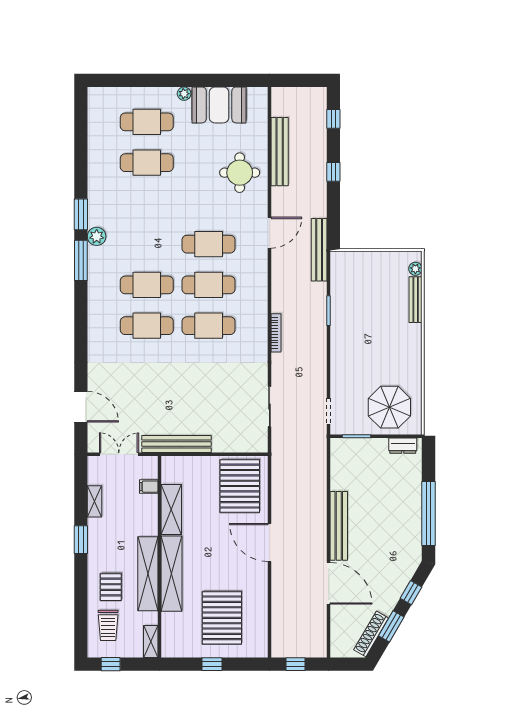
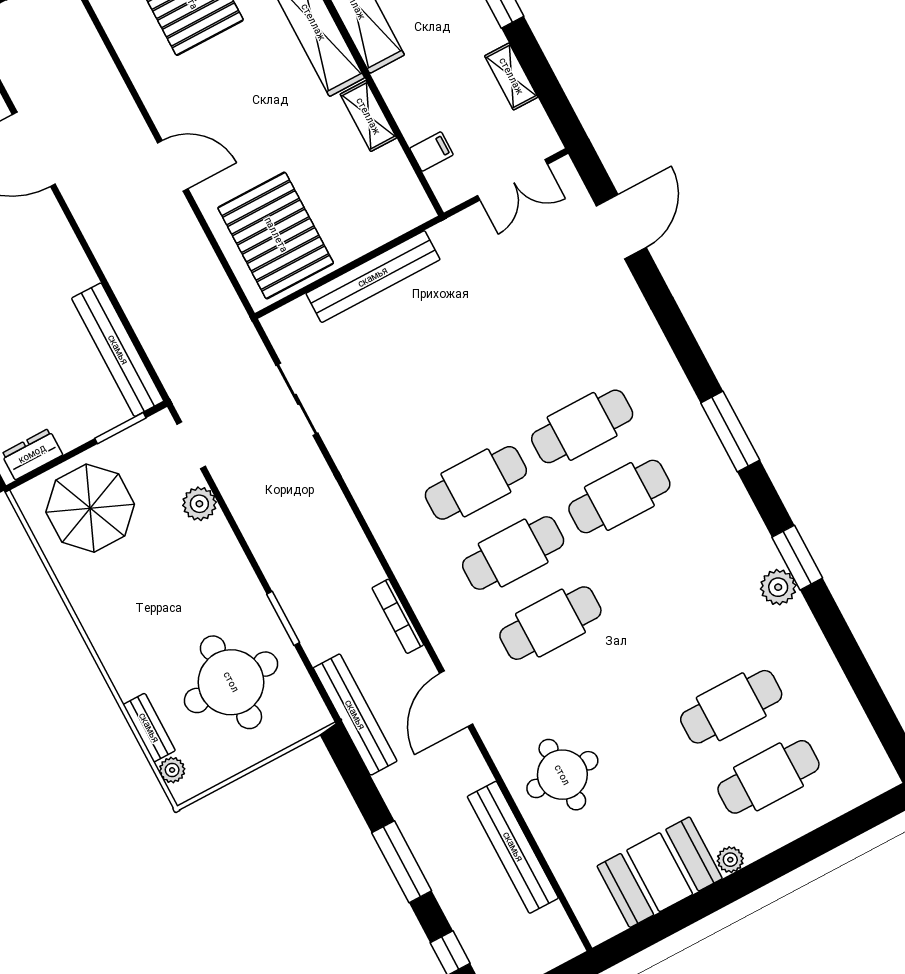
window: (333, 172) -> (402, 862), width x2.17
plant: (97, 236) -> (778, 587), moved
window: (81, 260) -> (730, 431), moved
round table: (368, 294) -> (231, 682), added
bench: (416, 300) -> (149, 728), width x0.73
bookcase: (276, 333) -> (398, 616), moved
plant: (339, 383) -> (199, 504), added
door: (81, 407) -> (621, 227), swing flipped
bench: (177, 444) -> (373, 277), moved
shelving: (171, 510) -> (368, 116), width x0.67, depth x0.75
bench: (339, 526) -> (118, 350), moved
door: (269, 542) -> (173, 166), width x0.73

